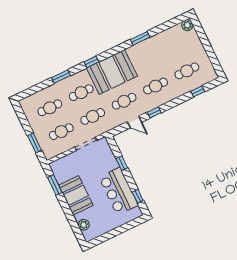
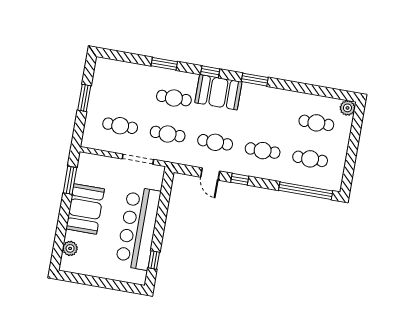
window: (140, 38) -> (255, 80), moved
booth: (112, 72) -> (218, 92), width x0.73, depth x0.70
window: (198, 91) -> (306, 191), width x3.17
cafe table: (50, 108) -> (316, 123), moved
window: (35, 143) -> (84, 98), moved
window: (122, 163) -> (163, 210), removed
bar counter: (119, 191) -> (138, 228), width x1.36

